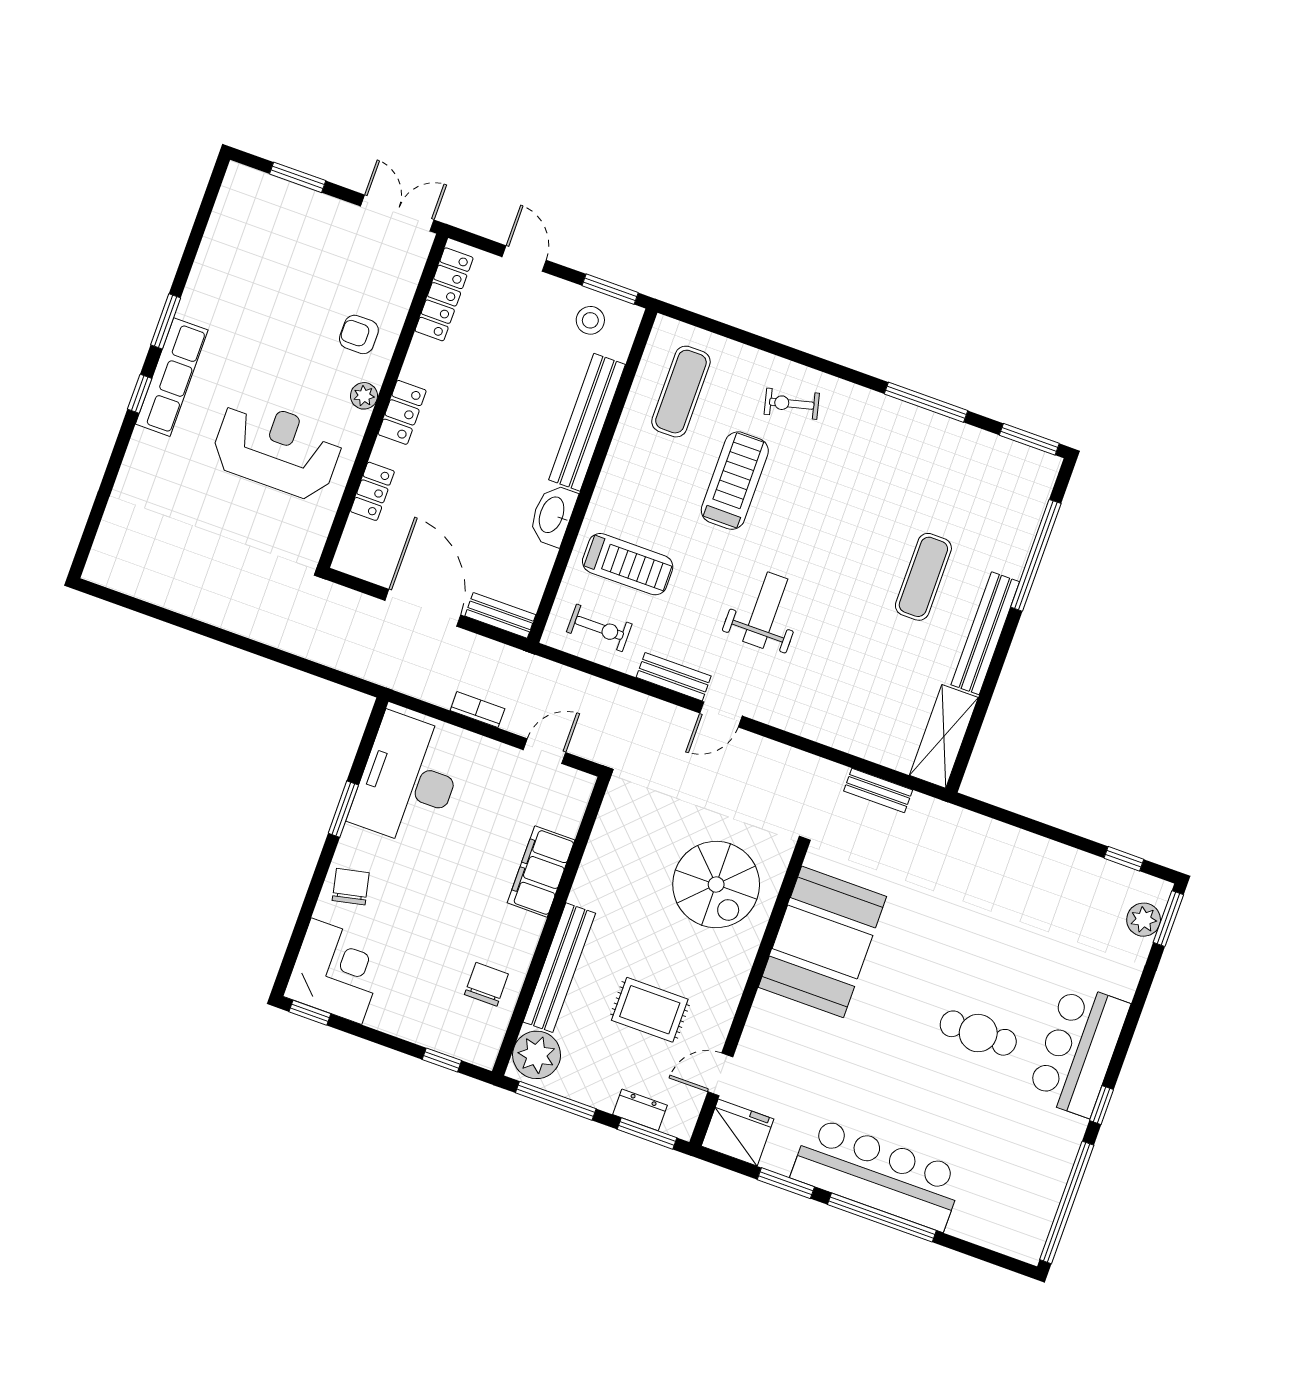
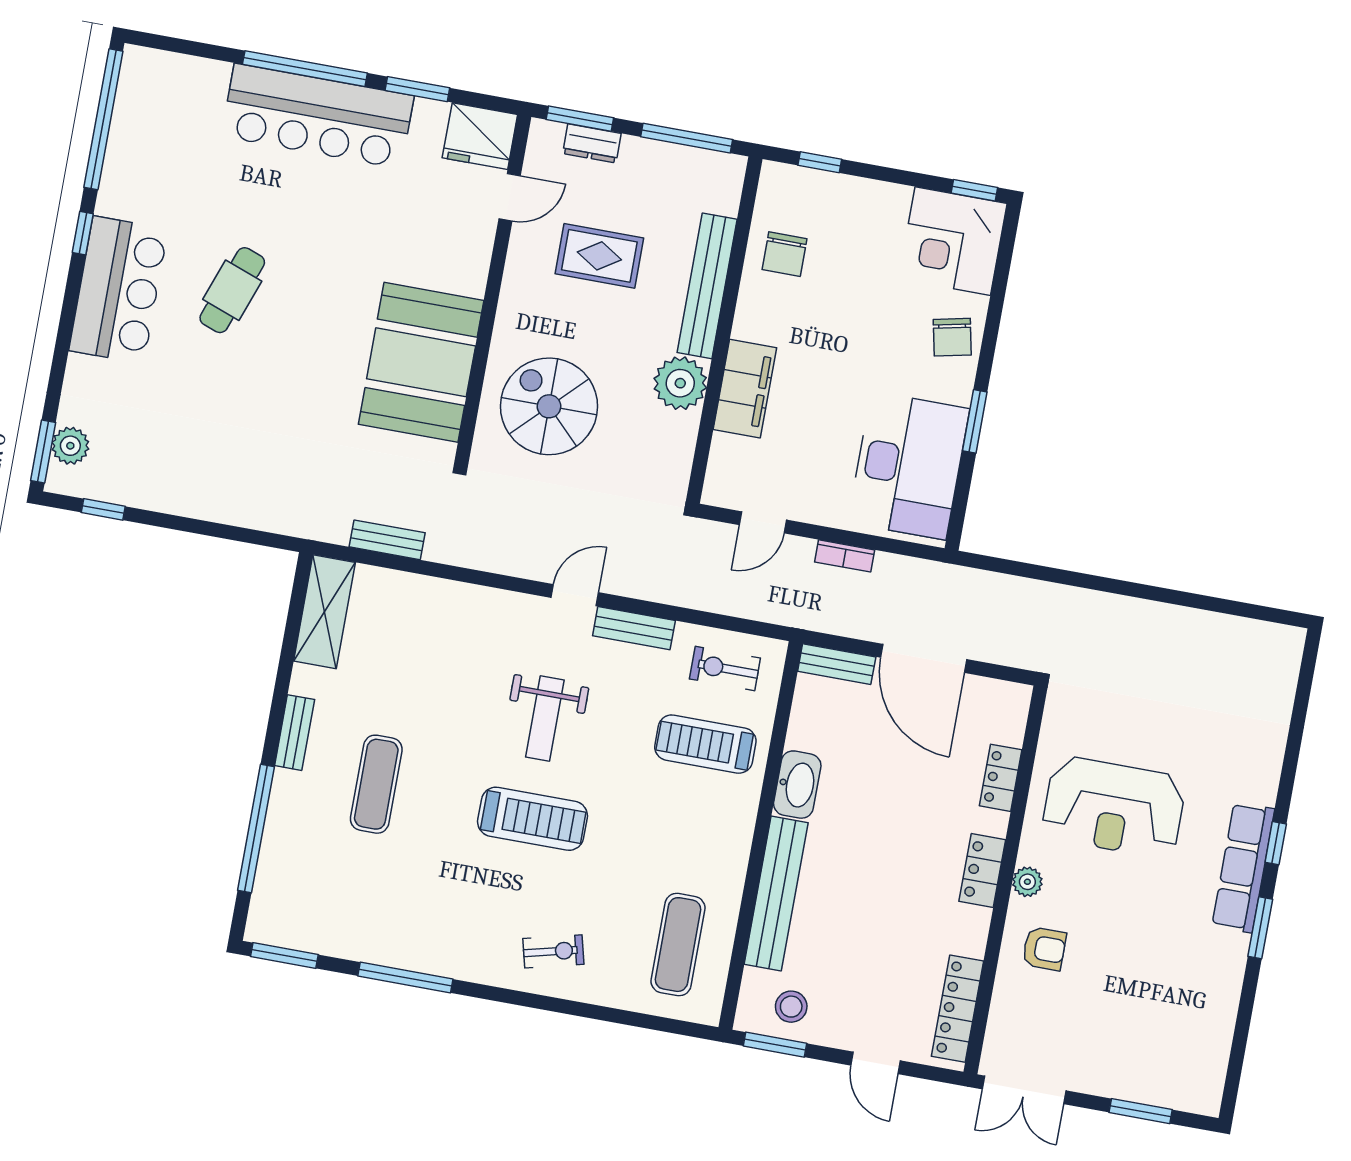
treadmill: (735, 481) -> (532, 819), moved, turned -90
bench: (985, 633) -> (295, 733), width x0.54, depth x0.82
cafe table: (978, 1033) -> (232, 290), turned -70
plant: (537, 1055) -> (680, 383), moved

